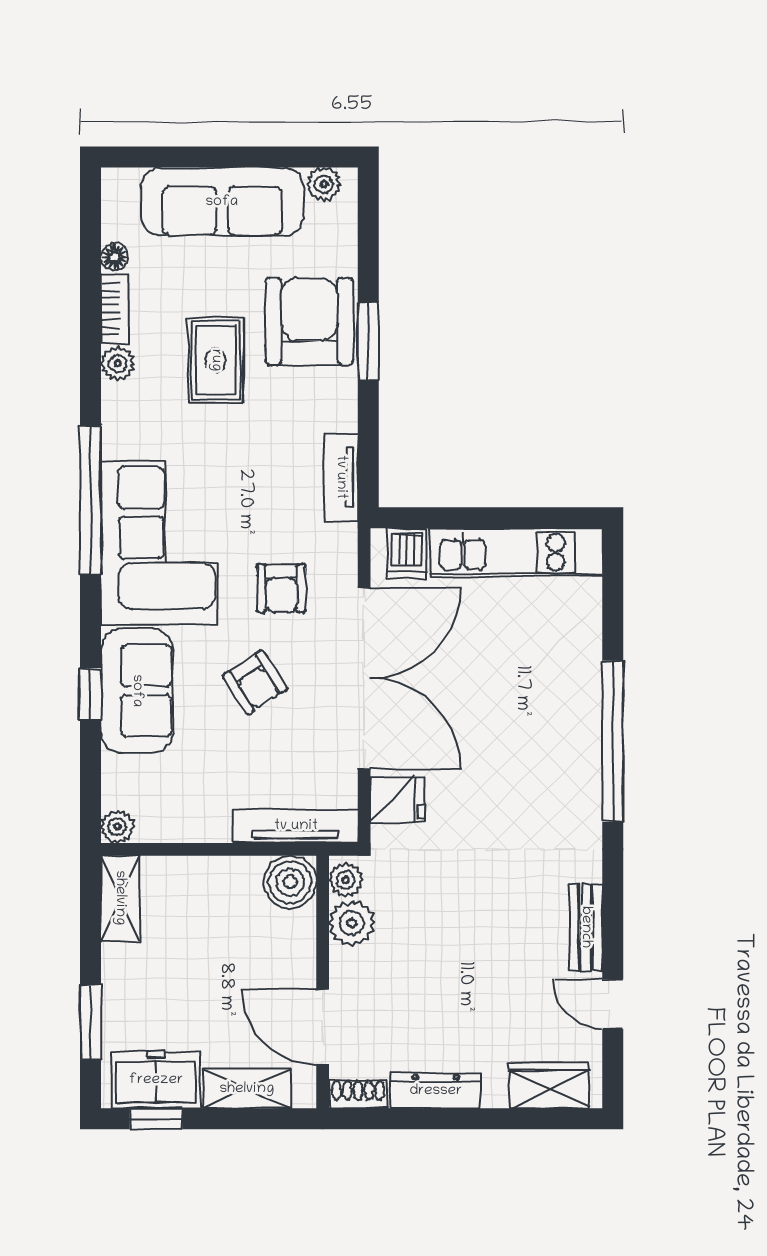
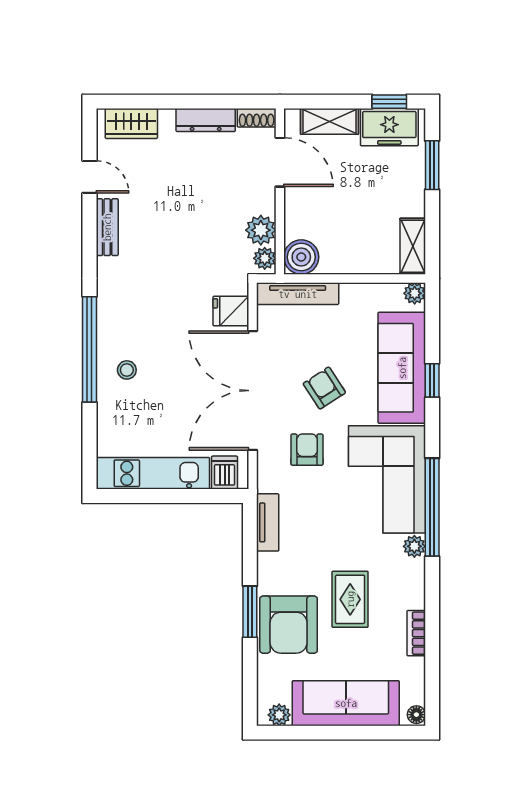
floor lamp: (114, 257) -> (416, 715), moved
plant: (118, 363) -> (414, 546), moved
sofa: (137, 691) -> (402, 368), width x1.36
stool: (556, 710) -> (127, 370), added

